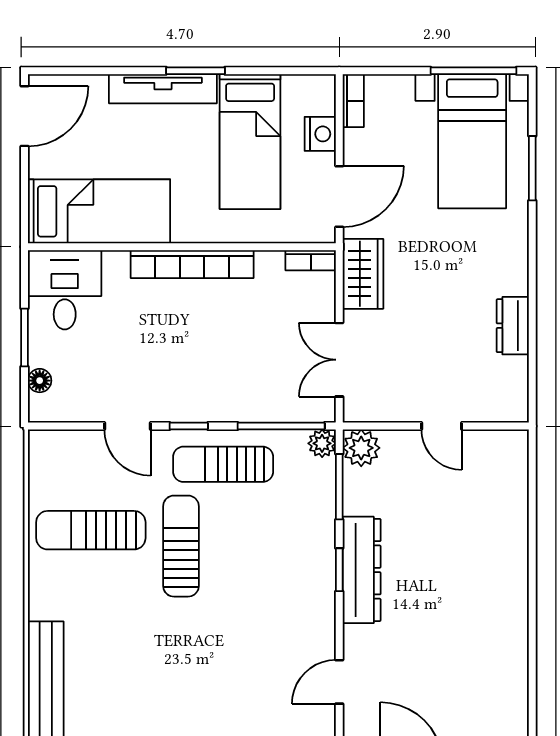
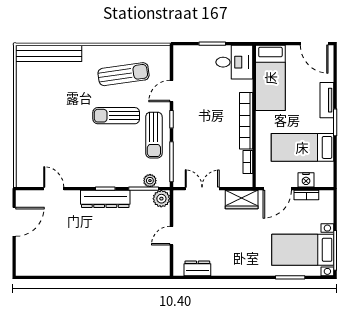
tv unit: (163, 89) -> (327, 100), width x0.71
bookcase: (353, 101) -> (306, 195), moved
door: (339, 196) -> (277, 189), hinge flipped
bookcase: (311, 260) -> (248, 162), moved
dresser: (513, 326) -> (197, 268), moved
floor lamp: (40, 381) -> (192, 51), removed
plant: (322, 443) -> (150, 181), moved
sun lounger: (223, 464) -> (154, 135), turned 180
sun lounger: (91, 530) -> (124, 74), turned 82
sun lounger: (181, 546) -> (116, 116), turned 180

